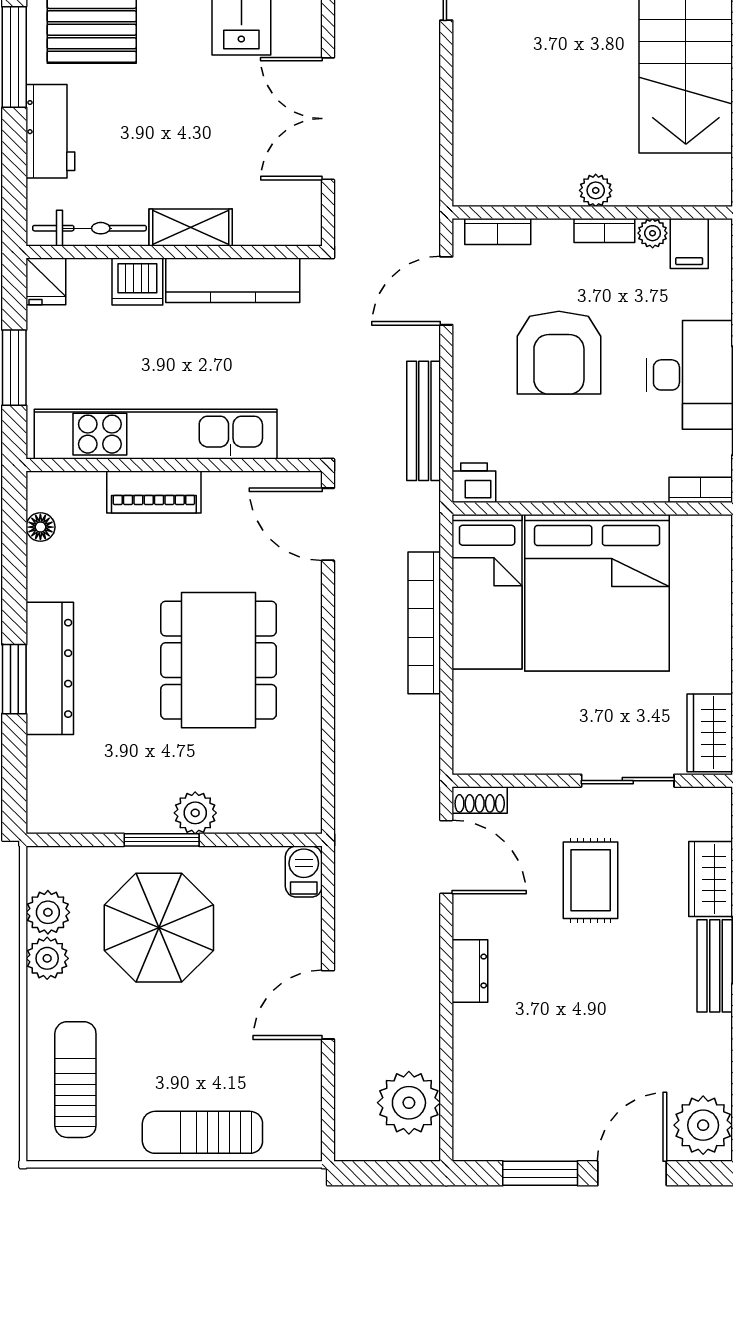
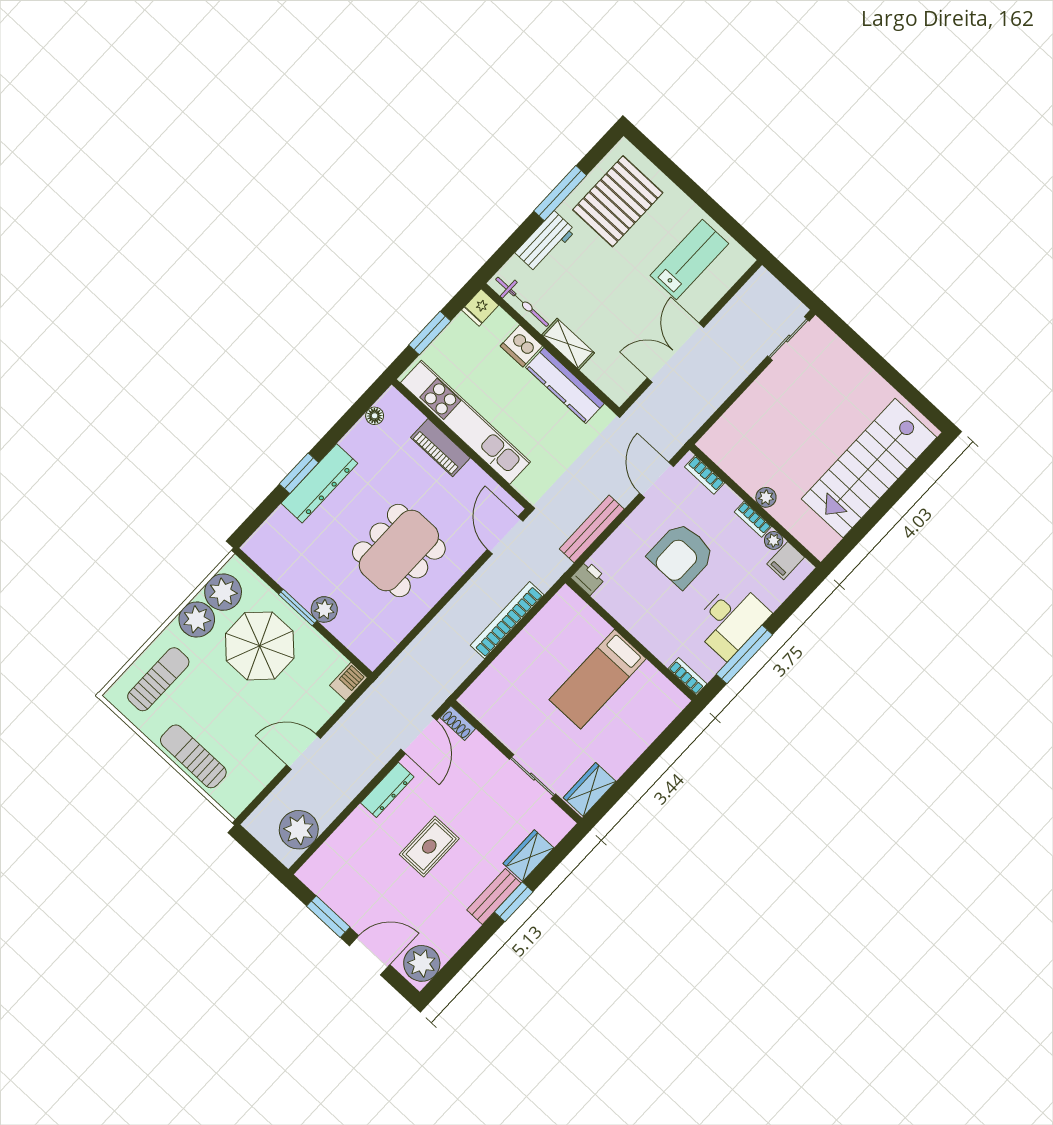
door: (446, 291) -> (657, 480), hinge flipped
bed: (487, 592) -> (548, 632), removed
bed: (597, 593) -> (598, 679), width x0.49
rug: (591, 880) -> (429, 846), moved
plant: (48, 912) -> (223, 592), width x1.36, depth x1.36
plant: (47, 958) -> (197, 619), width x1.36, depth x1.36
dresser: (470, 971) -> (387, 790), width x1.44

